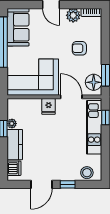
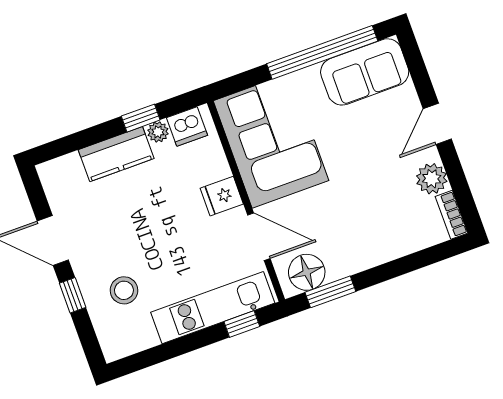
armchair: (79, 48) -> (367, 217), removed
door: (71, 97) -> (259, 237), hinge flipped
dishwasher: (14, 168) -> (187, 126), moved
stool: (87, 173) -> (124, 290), moved

